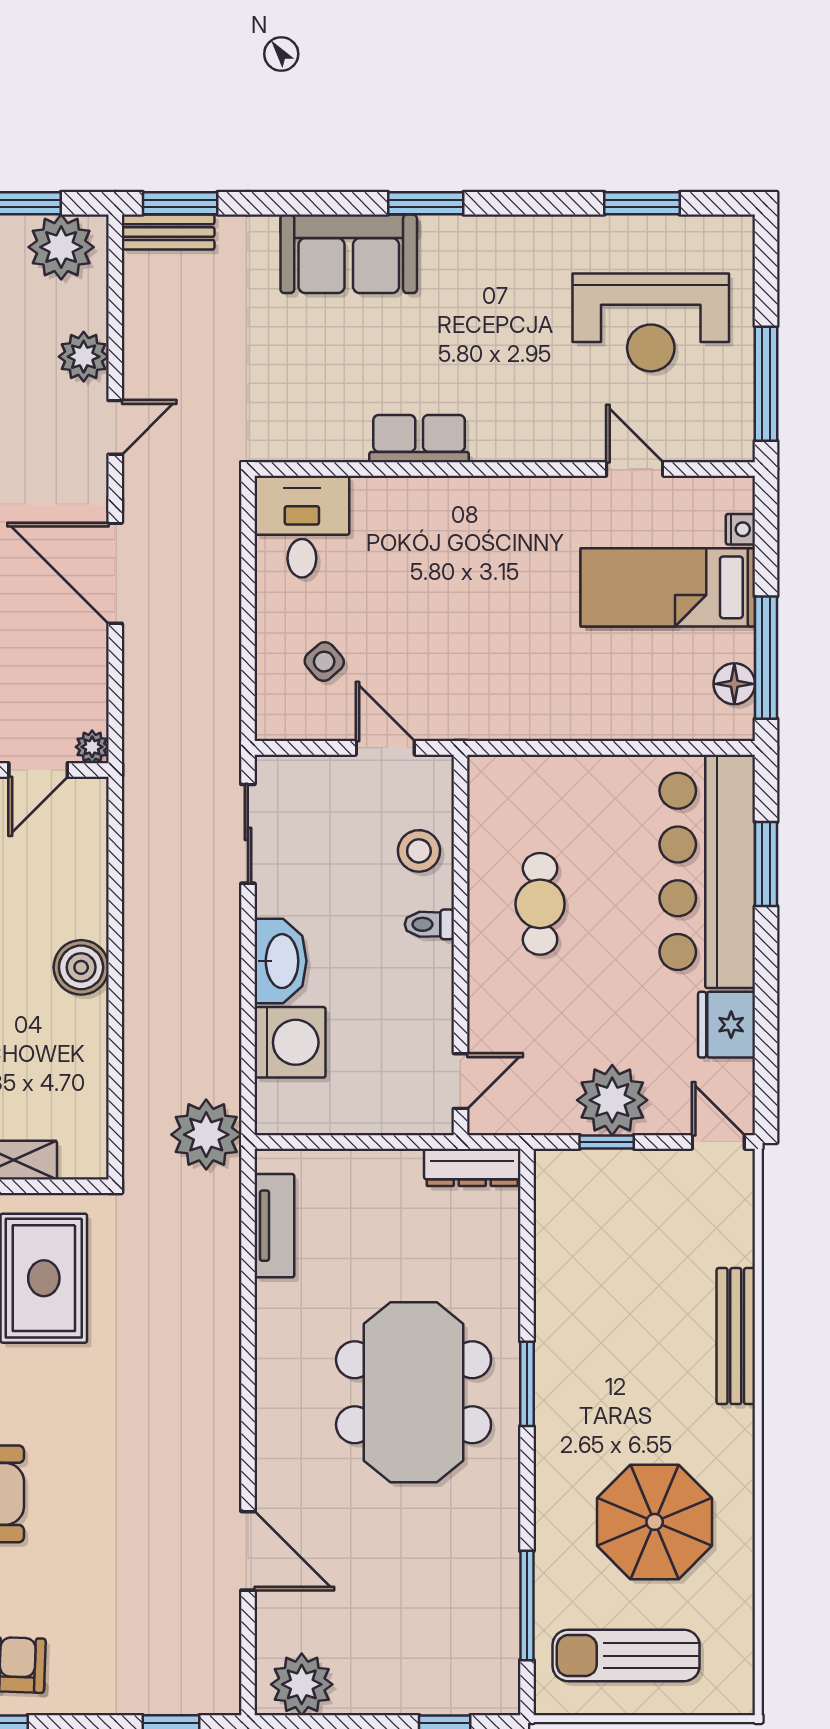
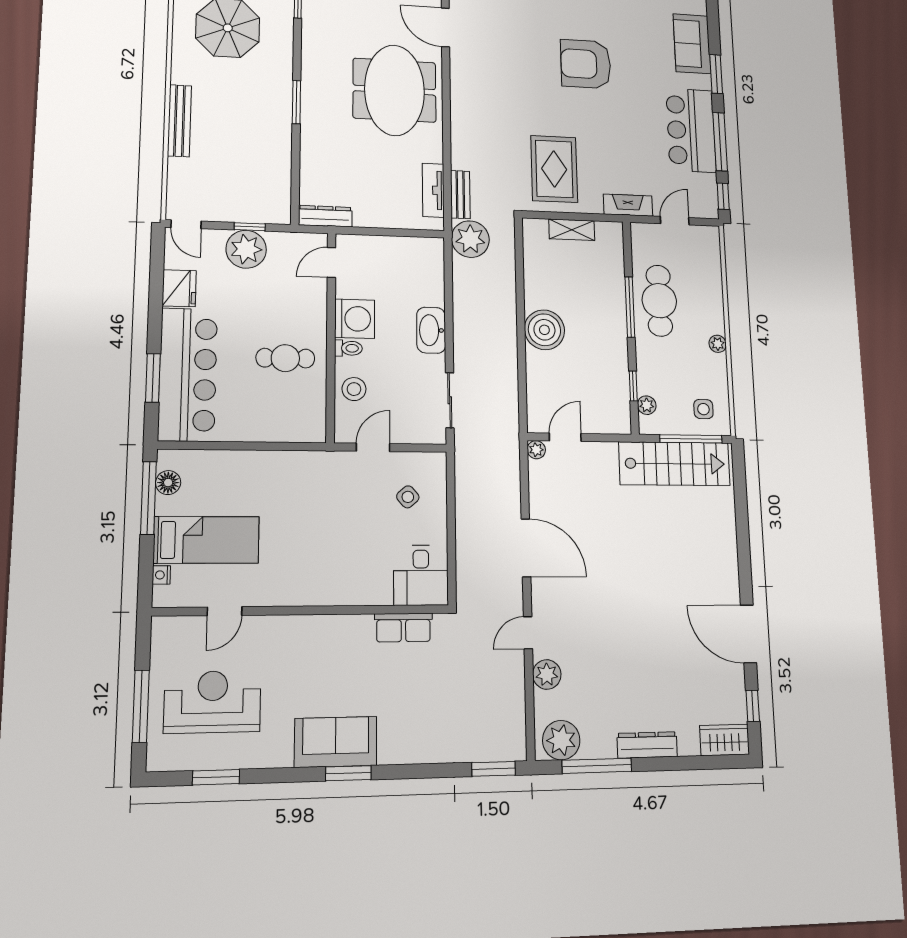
bench: (168, 232) -> (460, 195), moved, turned 90
sofa: (349, 254) -> (336, 742), moved
window: (766, 384) -> (141, 706), moved
row of seats: (419, 439) -> (403, 628), moved
door: (635, 469) -> (225, 611), hinge flipped
door: (385, 748) -> (373, 447), swing flipped
cafe table: (540, 904) -> (285, 358), turned 90
boiler: (81, 967) -> (544, 330), width x1.37, depth x1.37
washing machine: (290, 1042) -> (355, 319), moved, turned 180
meeting table: (414, 1392) -> (395, 90), moved

